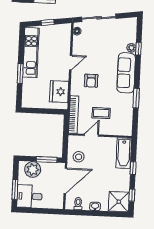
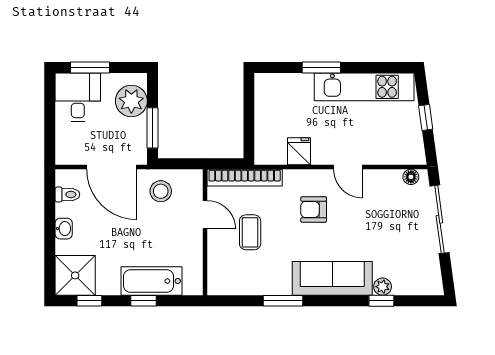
fridge: (59, 92) -> (299, 151), width x0.53, depth x0.75
bathtub: (124, 153) -> (152, 281), moved

